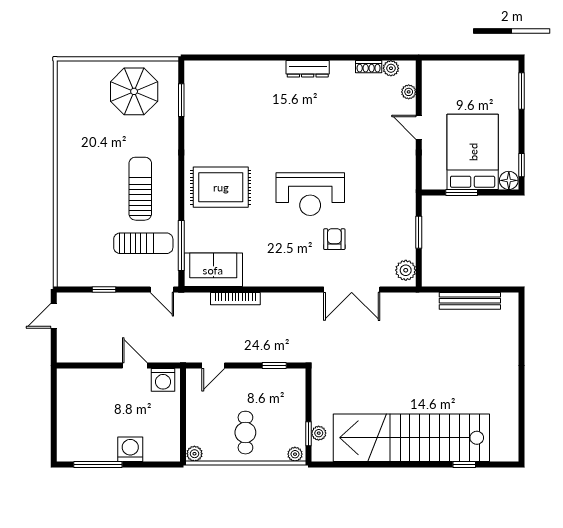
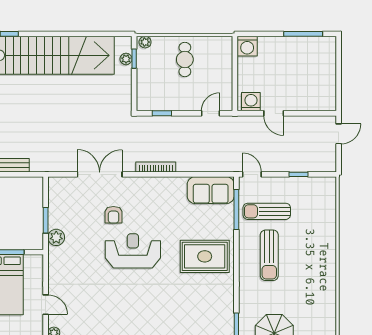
plant: (406, 270) -> (56, 237), moved
bookcase: (235, 299) -> (156, 167), moved
door: (54, 316) -> (339, 134), moved
washing machine: (130, 449) -> (247, 46), moved
plant: (194, 454) -> (226, 43), removed

